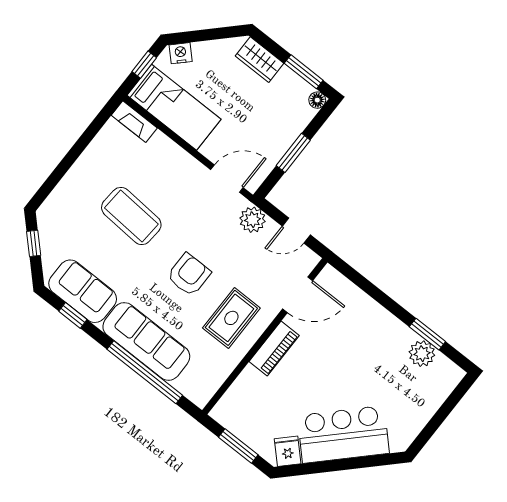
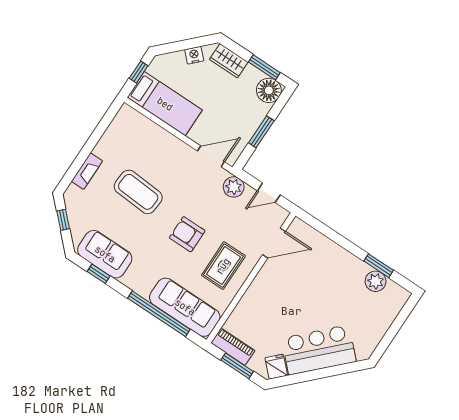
nightstand: (181, 53) -> (194, 55), moved
floor lamp: (317, 100) -> (269, 90), width x1.89, depth x1.89
fireplace: (134, 122) -> (87, 171), moved, turned -90
armchair: (189, 275) -> (187, 234), turned -90
sofa: (146, 341) -> (185, 307), moved
piano: (274, 349) -> (233, 347), moved, turned -90

